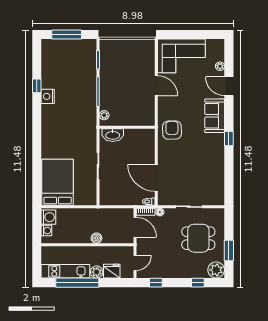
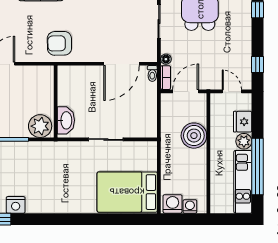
plant: (104, 115) -> (40, 126), width x1.88, depth x1.88
boiler: (96, 238) -> (194, 136), width x1.86, depth x1.86

